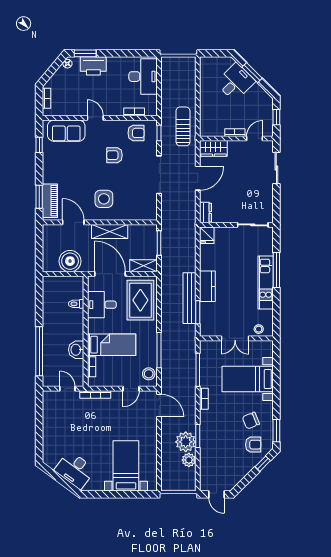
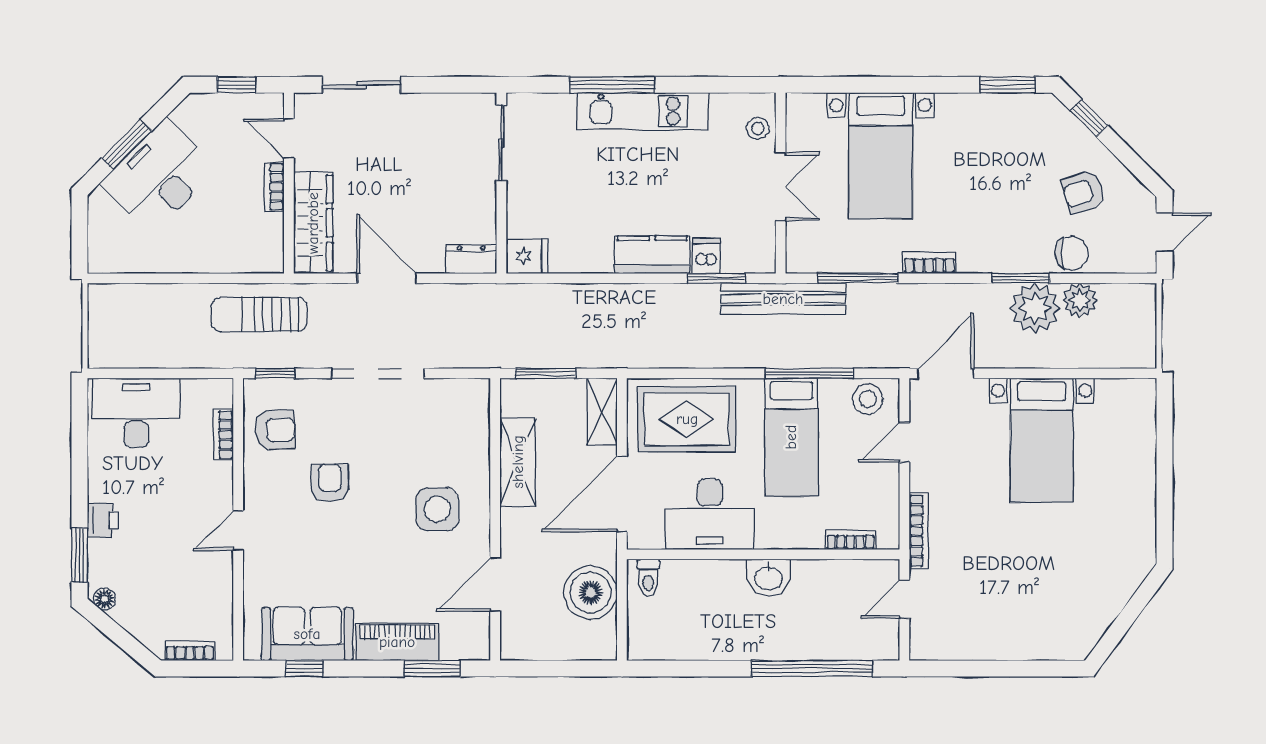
printer: (93, 66) -> (103, 520), width x0.53, depth x0.68
desk: (235, 82) -> (159, 176), width x1.37
sofa: (66, 131) -> (307, 634), moved, turned -90
armchair: (136, 133) -> (275, 430), turned 87
wardrobe: (213, 148) -> (313, 223), width x1.50
armchair: (115, 155) -> (330, 483), turned 180
piano: (50, 201) -> (397, 642), moved
shelving: (110, 231) -> (518, 462), moved
bench: (189, 298) -> (783, 299), moved
toilet: (76, 304) -> (648, 578), moved
desk: (102, 305) -> (710, 514), width x1.37
dishwasher: (207, 308) -> (706, 256), added
bed: (112, 345) -> (791, 437), moved, turned 180
washbasin: (76, 350) -> (769, 577), moved
door: (131, 389) -> (904, 442), swing flipped
chair: (251, 421) -> (1071, 253), moved, turned -67
armchair: (253, 445) -> (1083, 192), moved, turned -107
bed with nightstands: (126, 466) -> (1042, 440), moved, turned -90
desk: (75, 470) -> (1104, 581), removed

